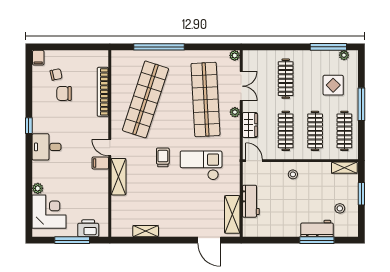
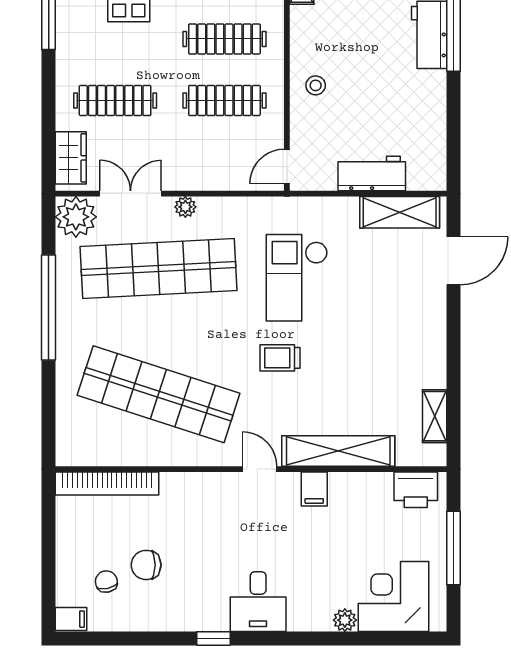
window: (159, 47) -> (49, 307), moved
plant: (235, 55) -> (76, 217), width x1.87, depth x1.87
bookcase: (103, 92) -> (107, 484), moved
chair: (64, 93) -> (146, 565), turned 90
wardrobe: (250, 125) -> (71, 158), moved, turned 90
door: (110, 148) -> (260, 469), swing flipped
filing cabinet: (100, 163) -> (314, 489), moved
shelving: (118, 177) -> (338, 451), width x1.47
printer: (88, 228) -> (416, 490), moved, turned -90
shelving: (146, 231) -> (435, 416), moved

